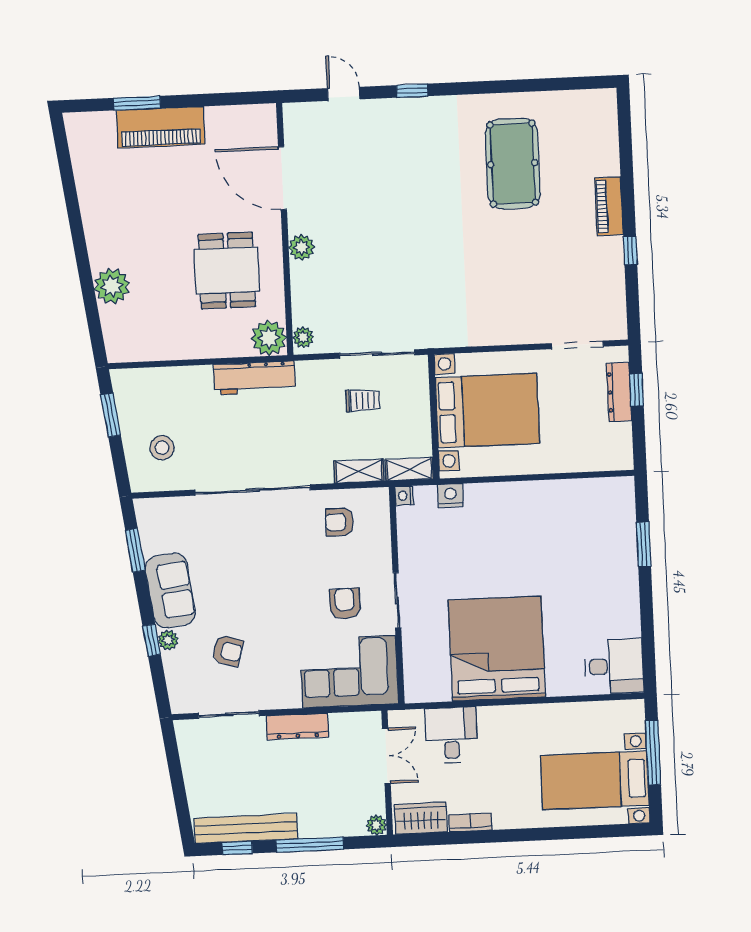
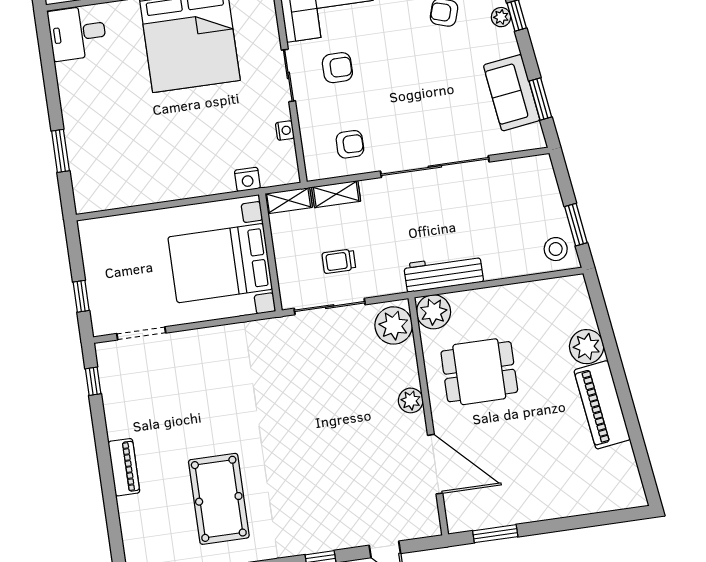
window: (137, 103) -> (495, 534), moved
piano: (161, 127) -> (602, 405), moved, turned -98
window: (630, 251) -> (93, 381), moved
dining table: (227, 271) -> (479, 372), turned 90
plant: (303, 337) -> (394, 325), width x1.87, depth x1.87
dresser: (619, 392) -> (98, 293), removed
stool: (162, 448) -> (556, 249), moved
nightstand: (404, 496) -> (285, 131), moved
sofa: (170, 590) -> (512, 93), moved
armchair: (345, 604) -> (337, 68), turned -88

